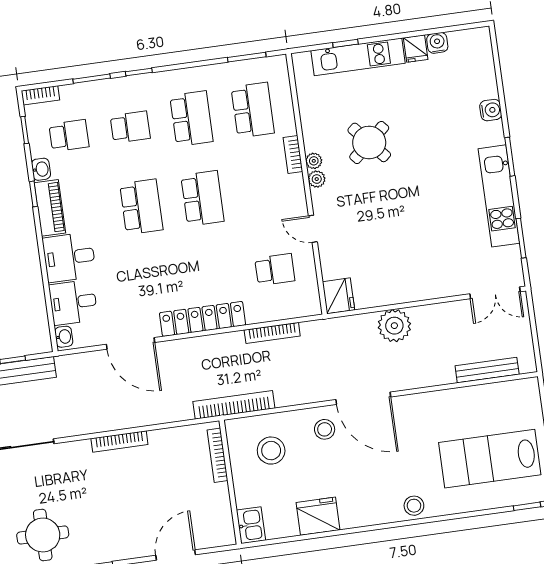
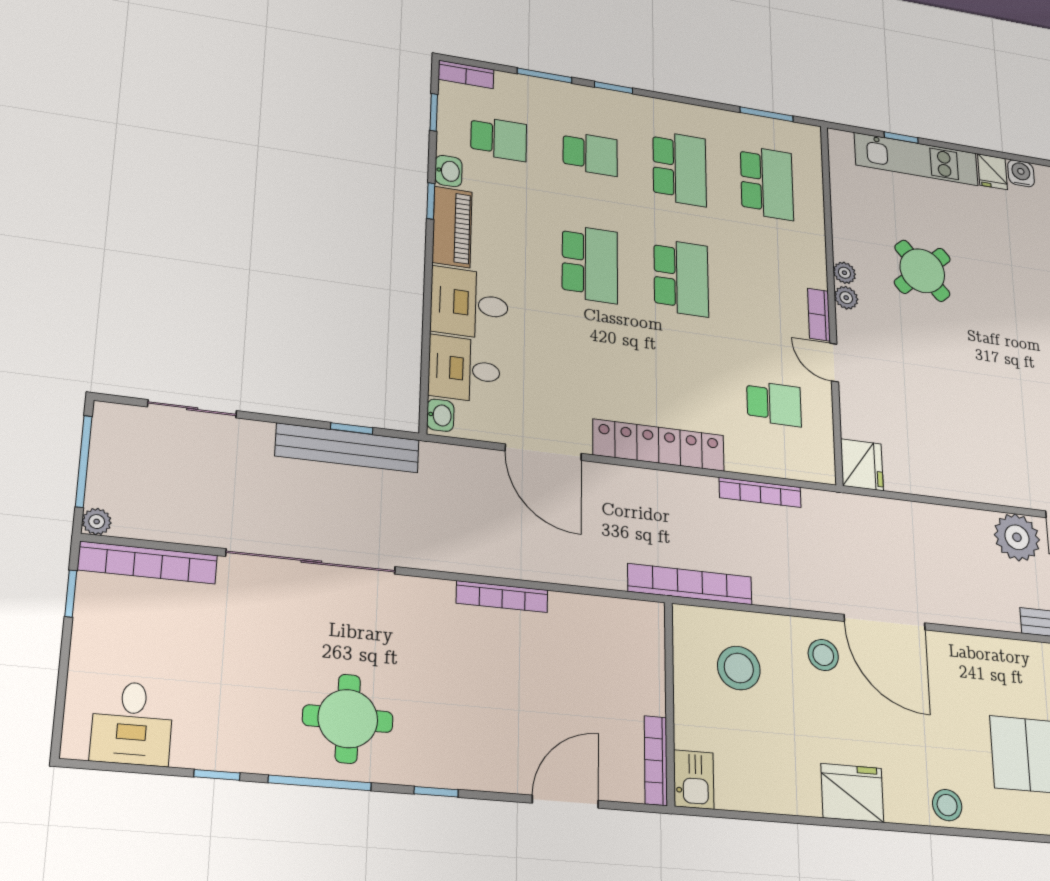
bookcase: (293, 154) -> (819, 315), moved
plant: (394, 326) -> (1017, 537), moved
bookcase: (218, 455) -> (656, 760), moved
fridge: (318, 516) -> (852, 793), moved

